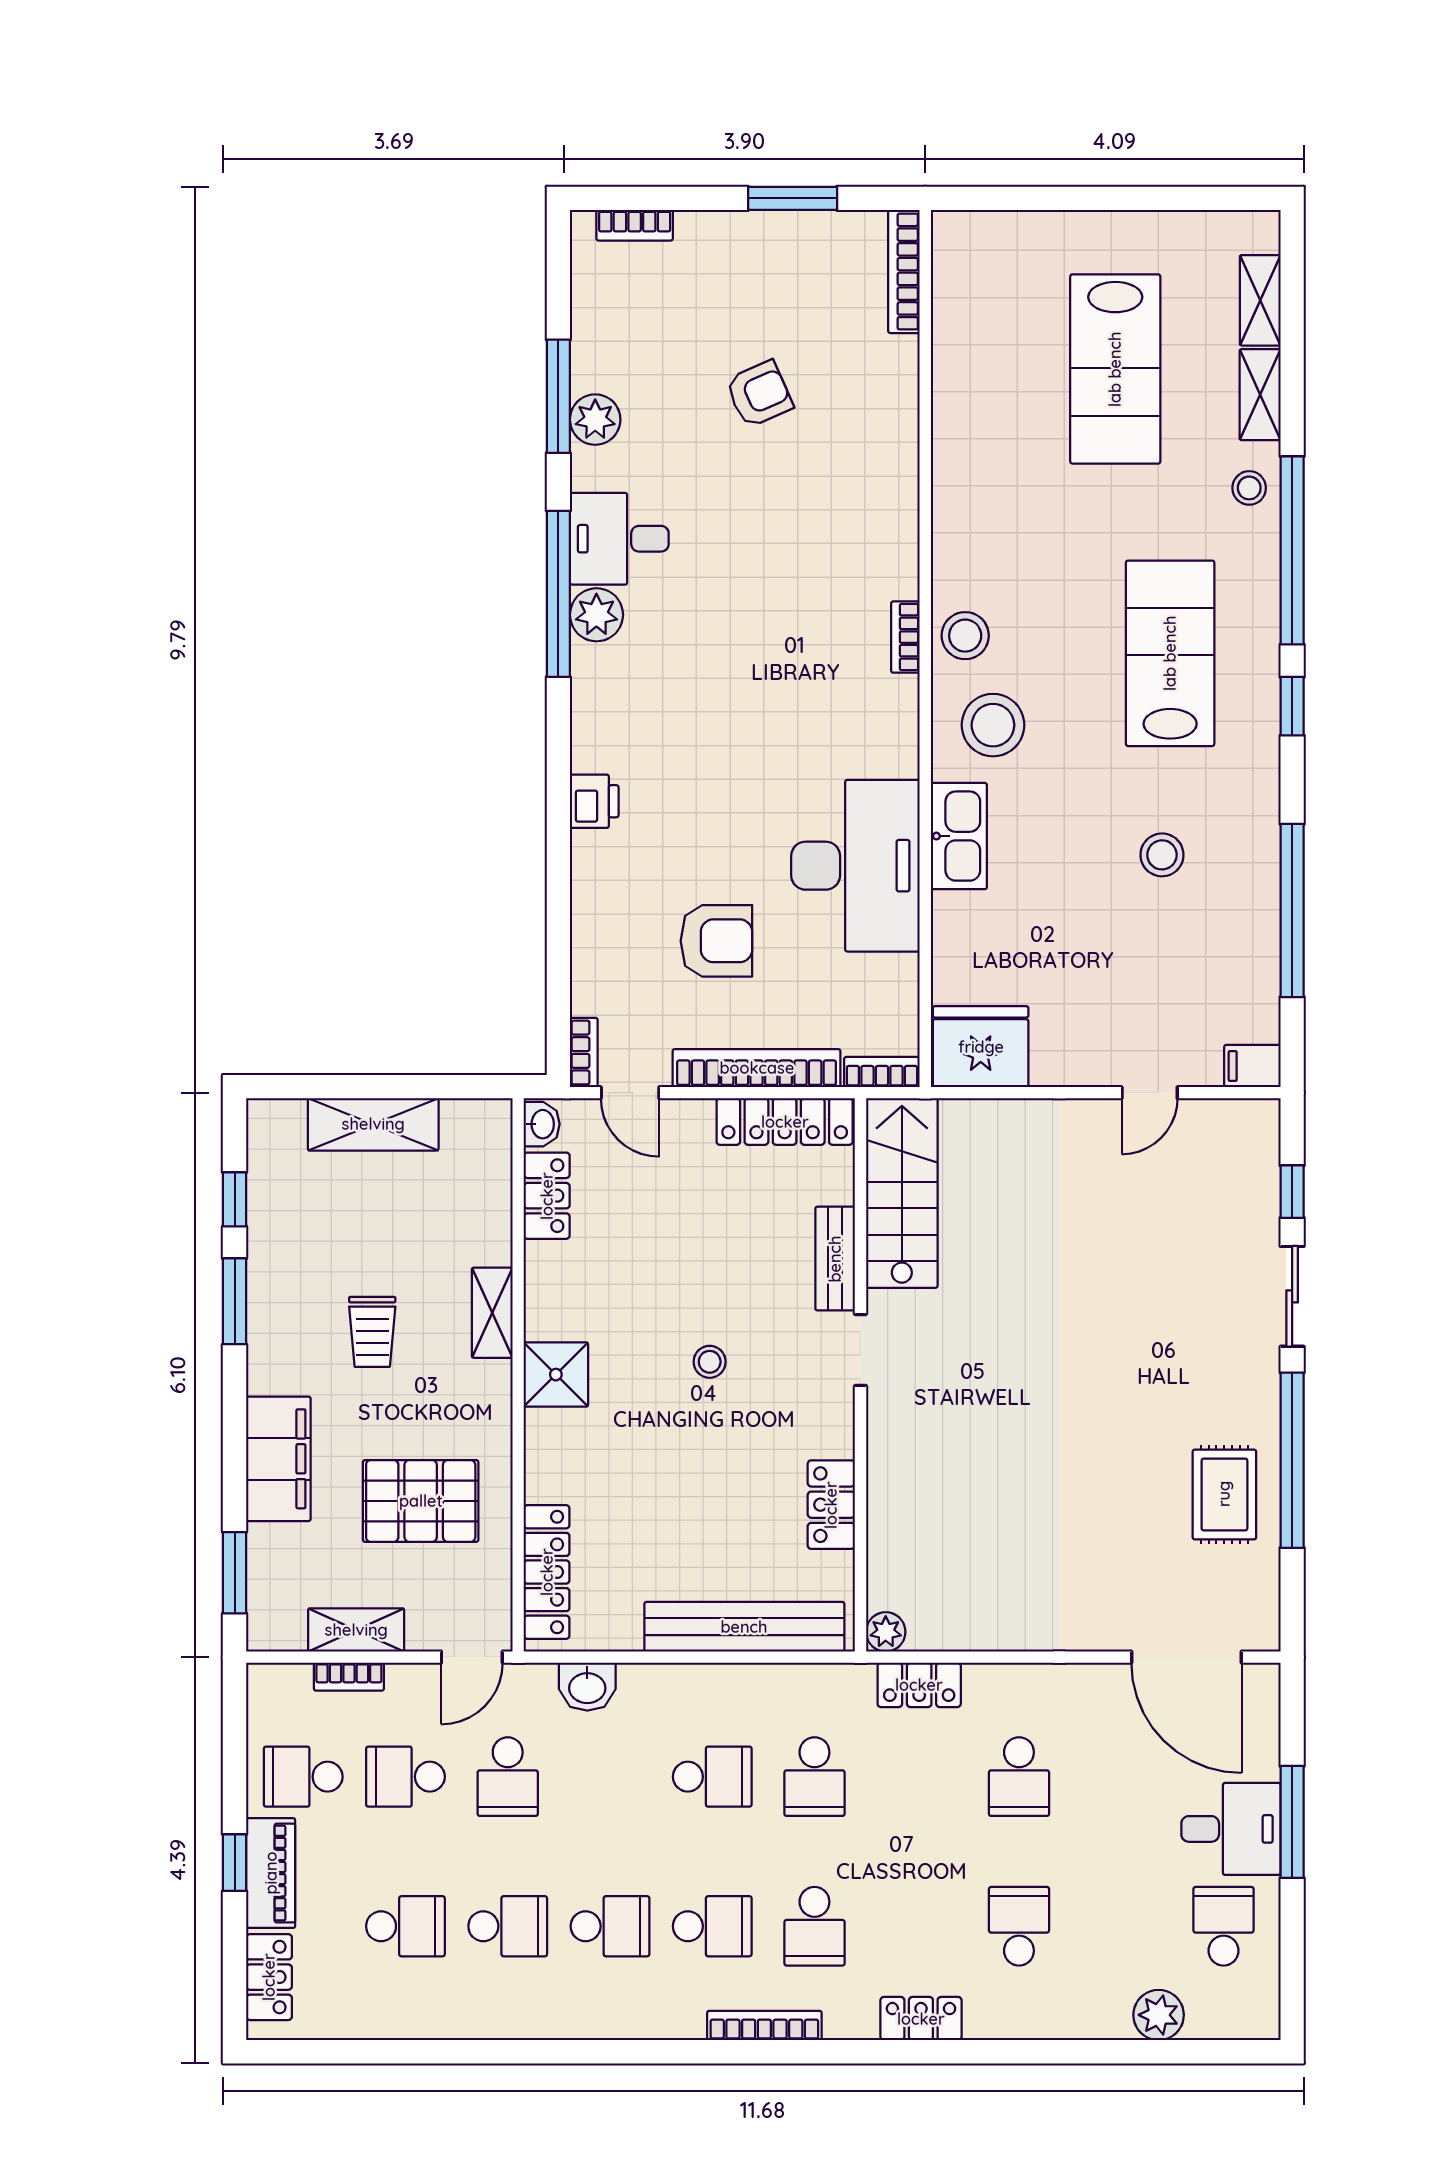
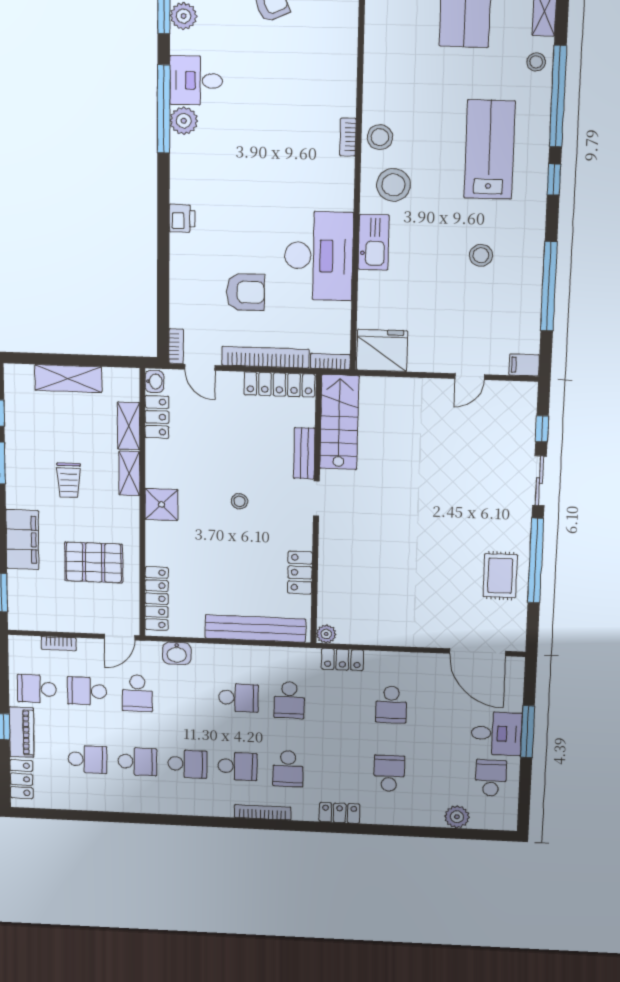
shelving: (356, 1630) -> (129, 426), moved, turned 90

